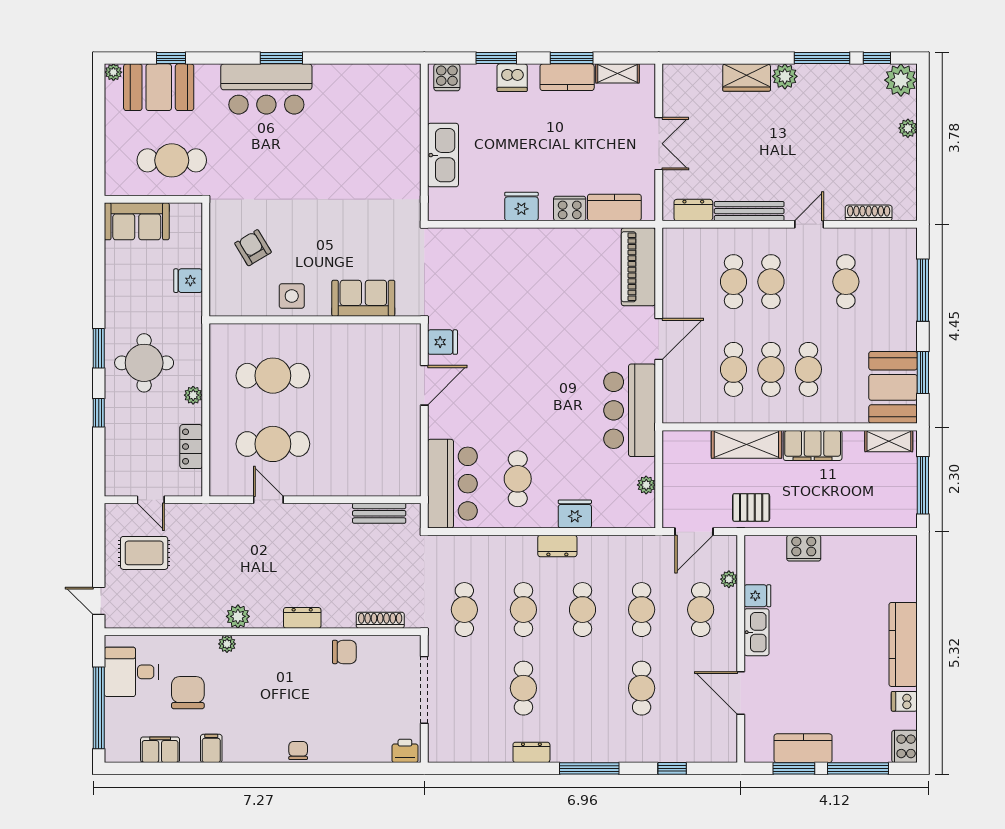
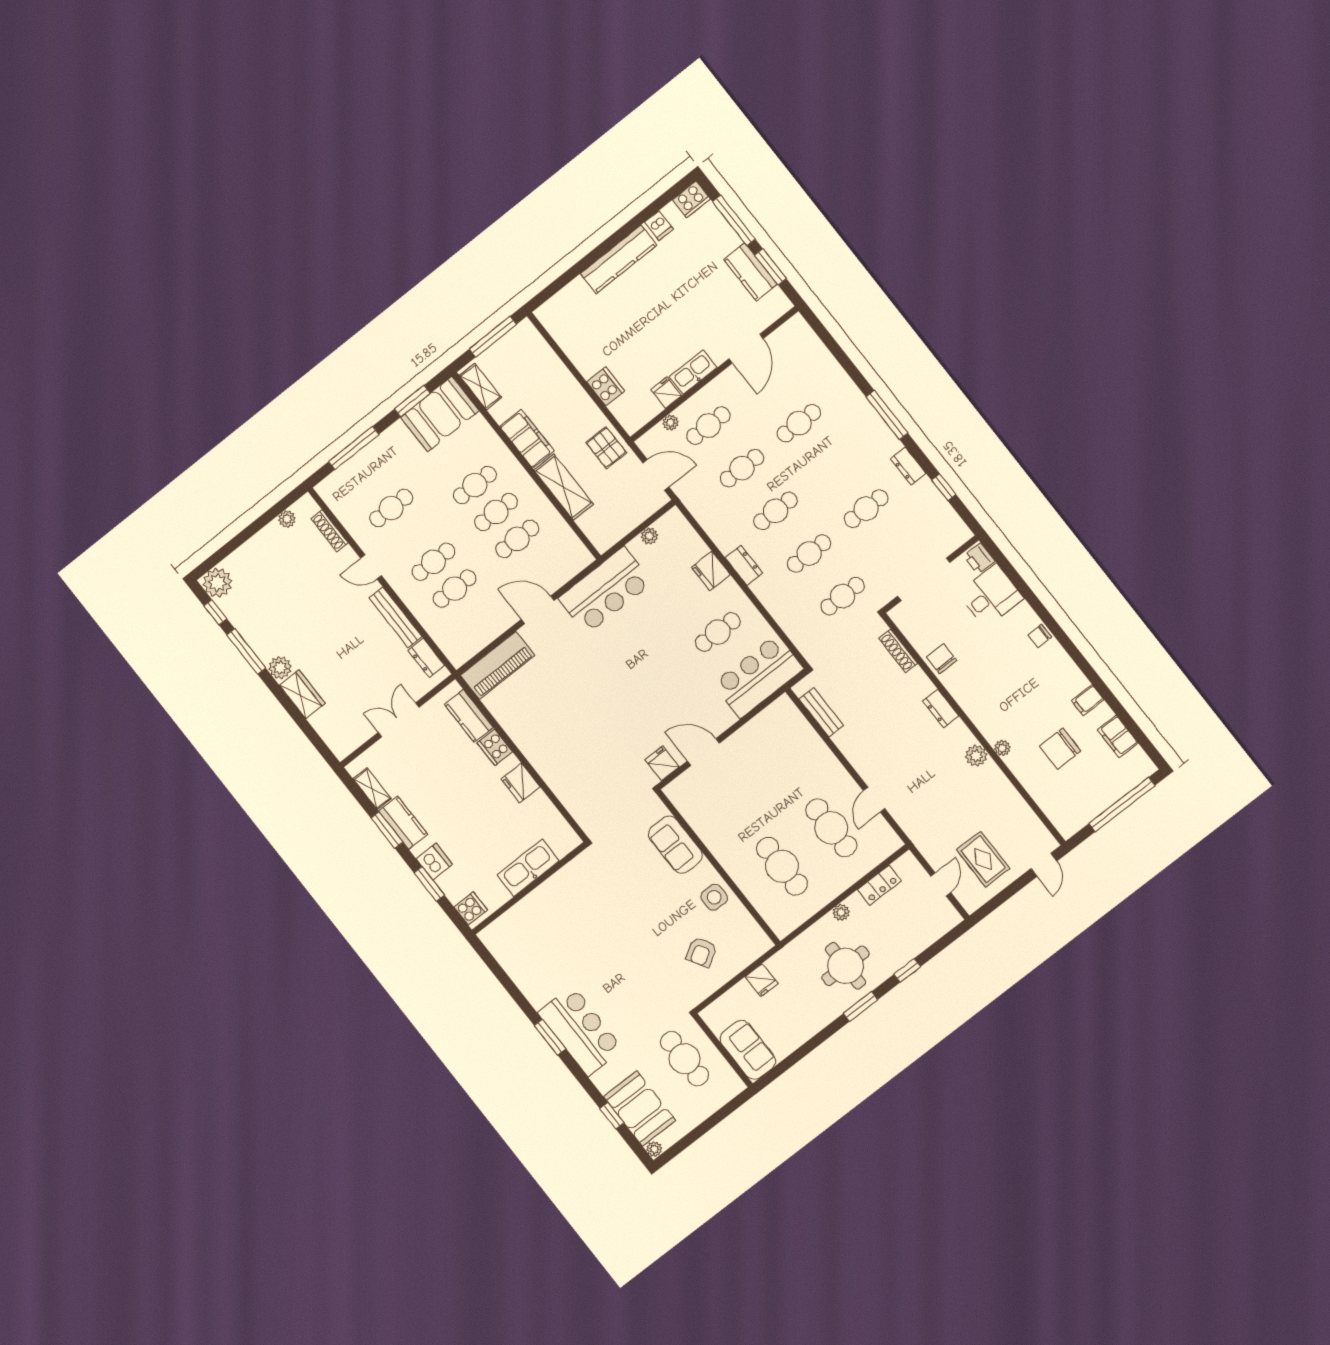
plant: (908, 128) -> (287, 519), moved
desk: (131, 672) -> (991, 596), moved, turned -90
window: (672, 768) -> (944, 487), moved

